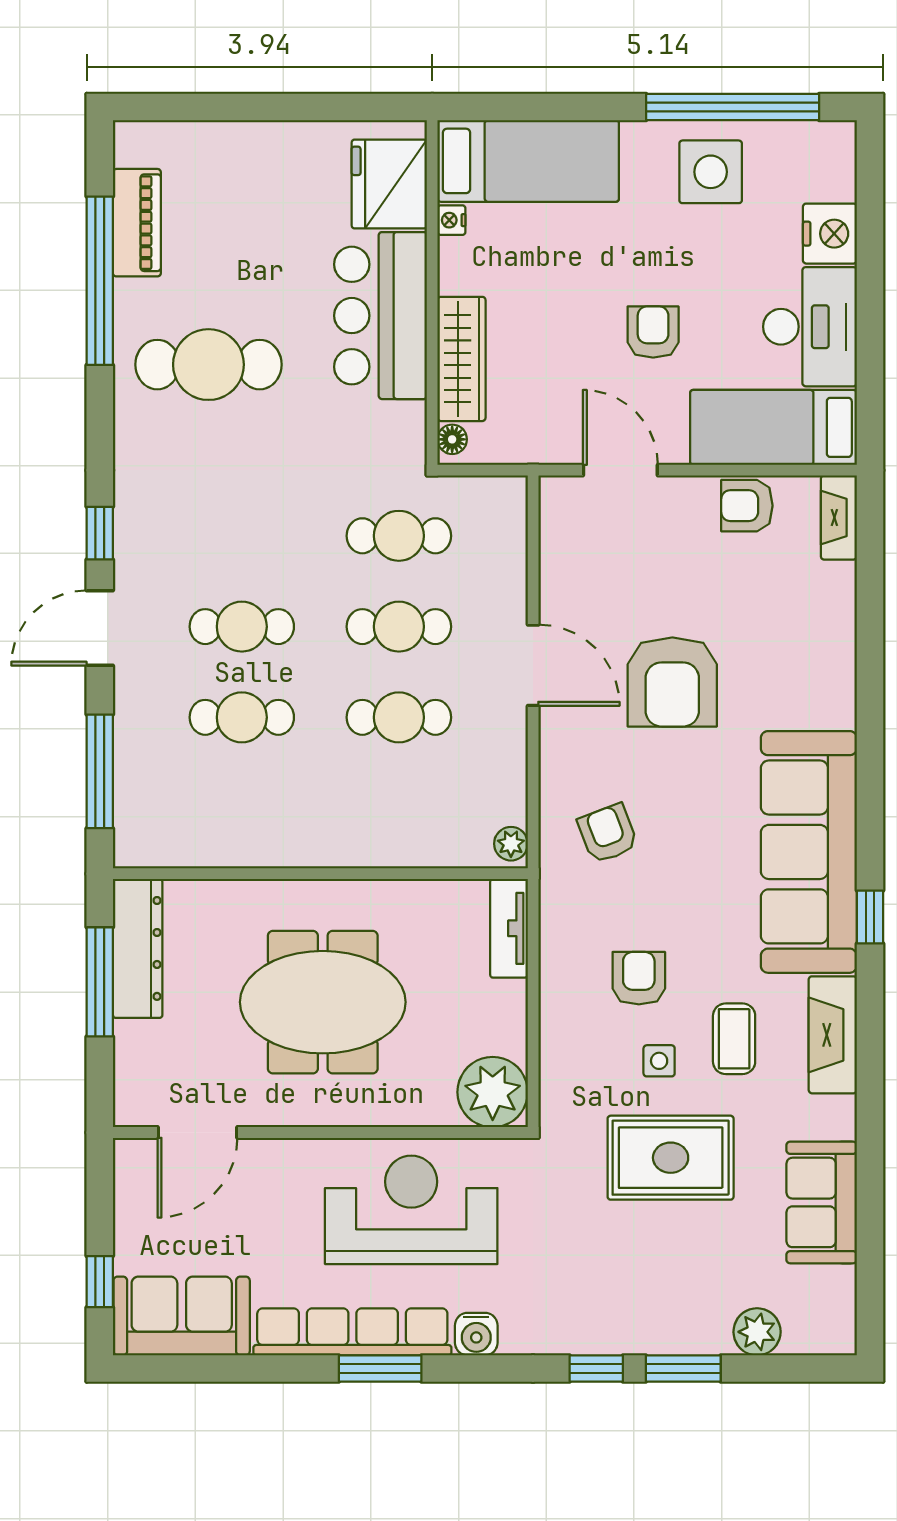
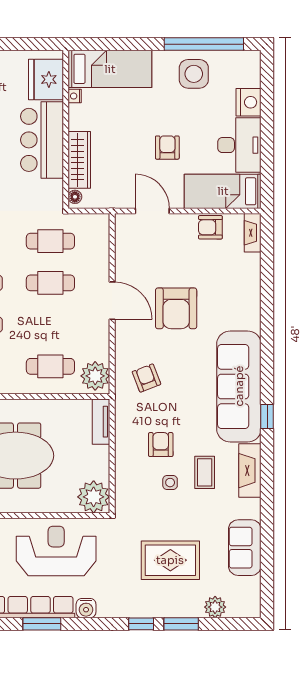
cafe table: (399, 717) -> (50, 366), moved
plant: (511, 844) -> (95, 376), width x1.88, depth x1.88
rug: (671, 1158) -> (170, 560), moved

